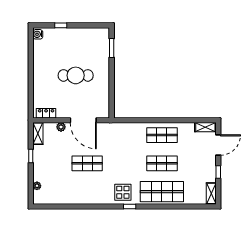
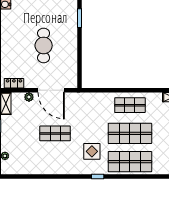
cafe table: (76, 75) -> (44, 45), turned 90
shop shelf: (162, 163) -> (130, 133), width x1.43, depth x1.36
display table: (123, 192) -> (92, 151), moved

